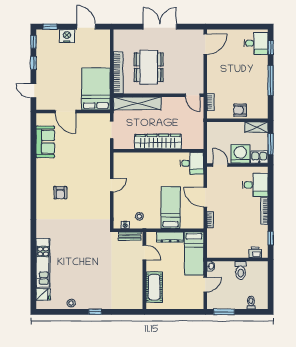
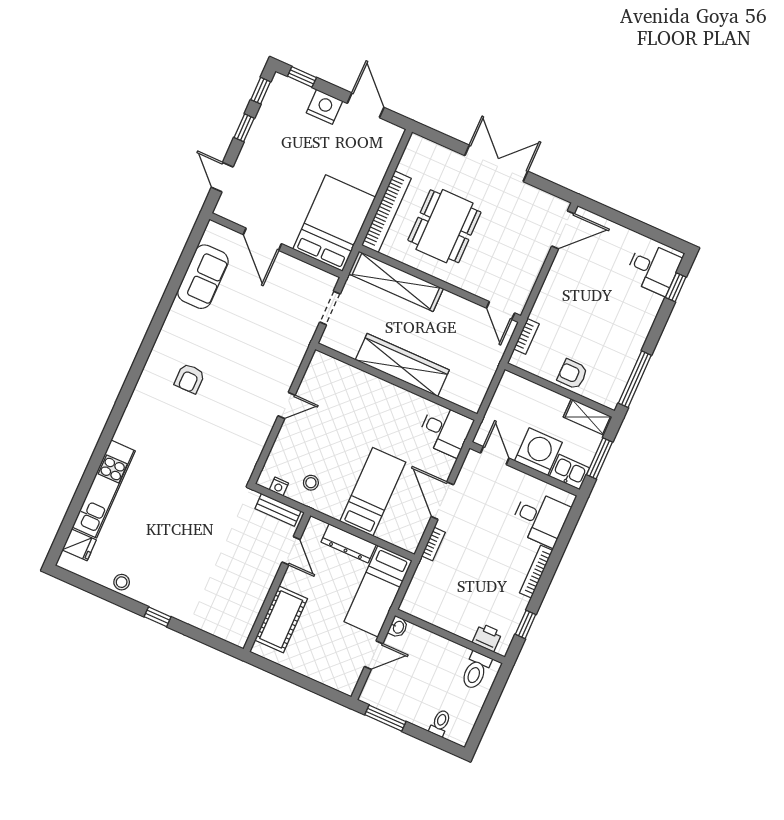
window: (271, 80) -> (635, 379), moved
toilet: (241, 270) -> (476, 671), moved

